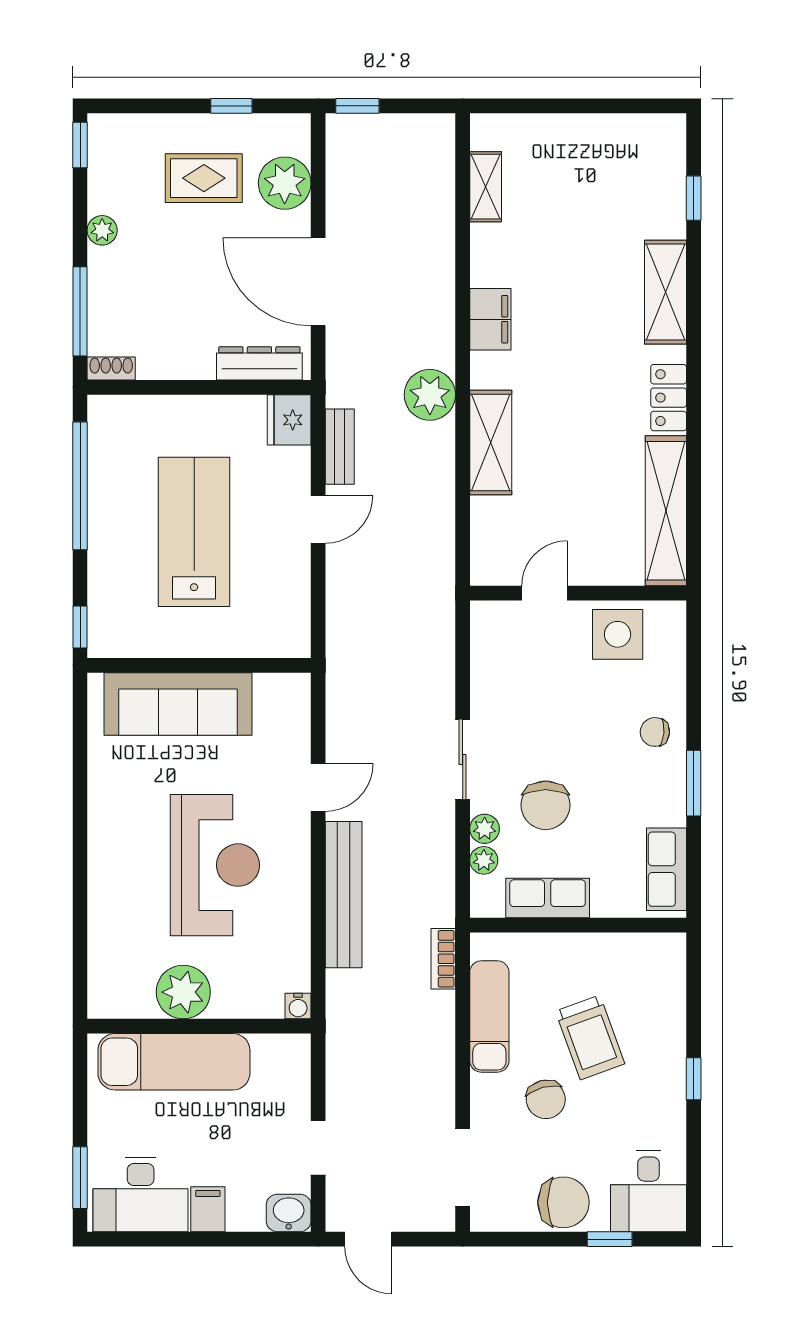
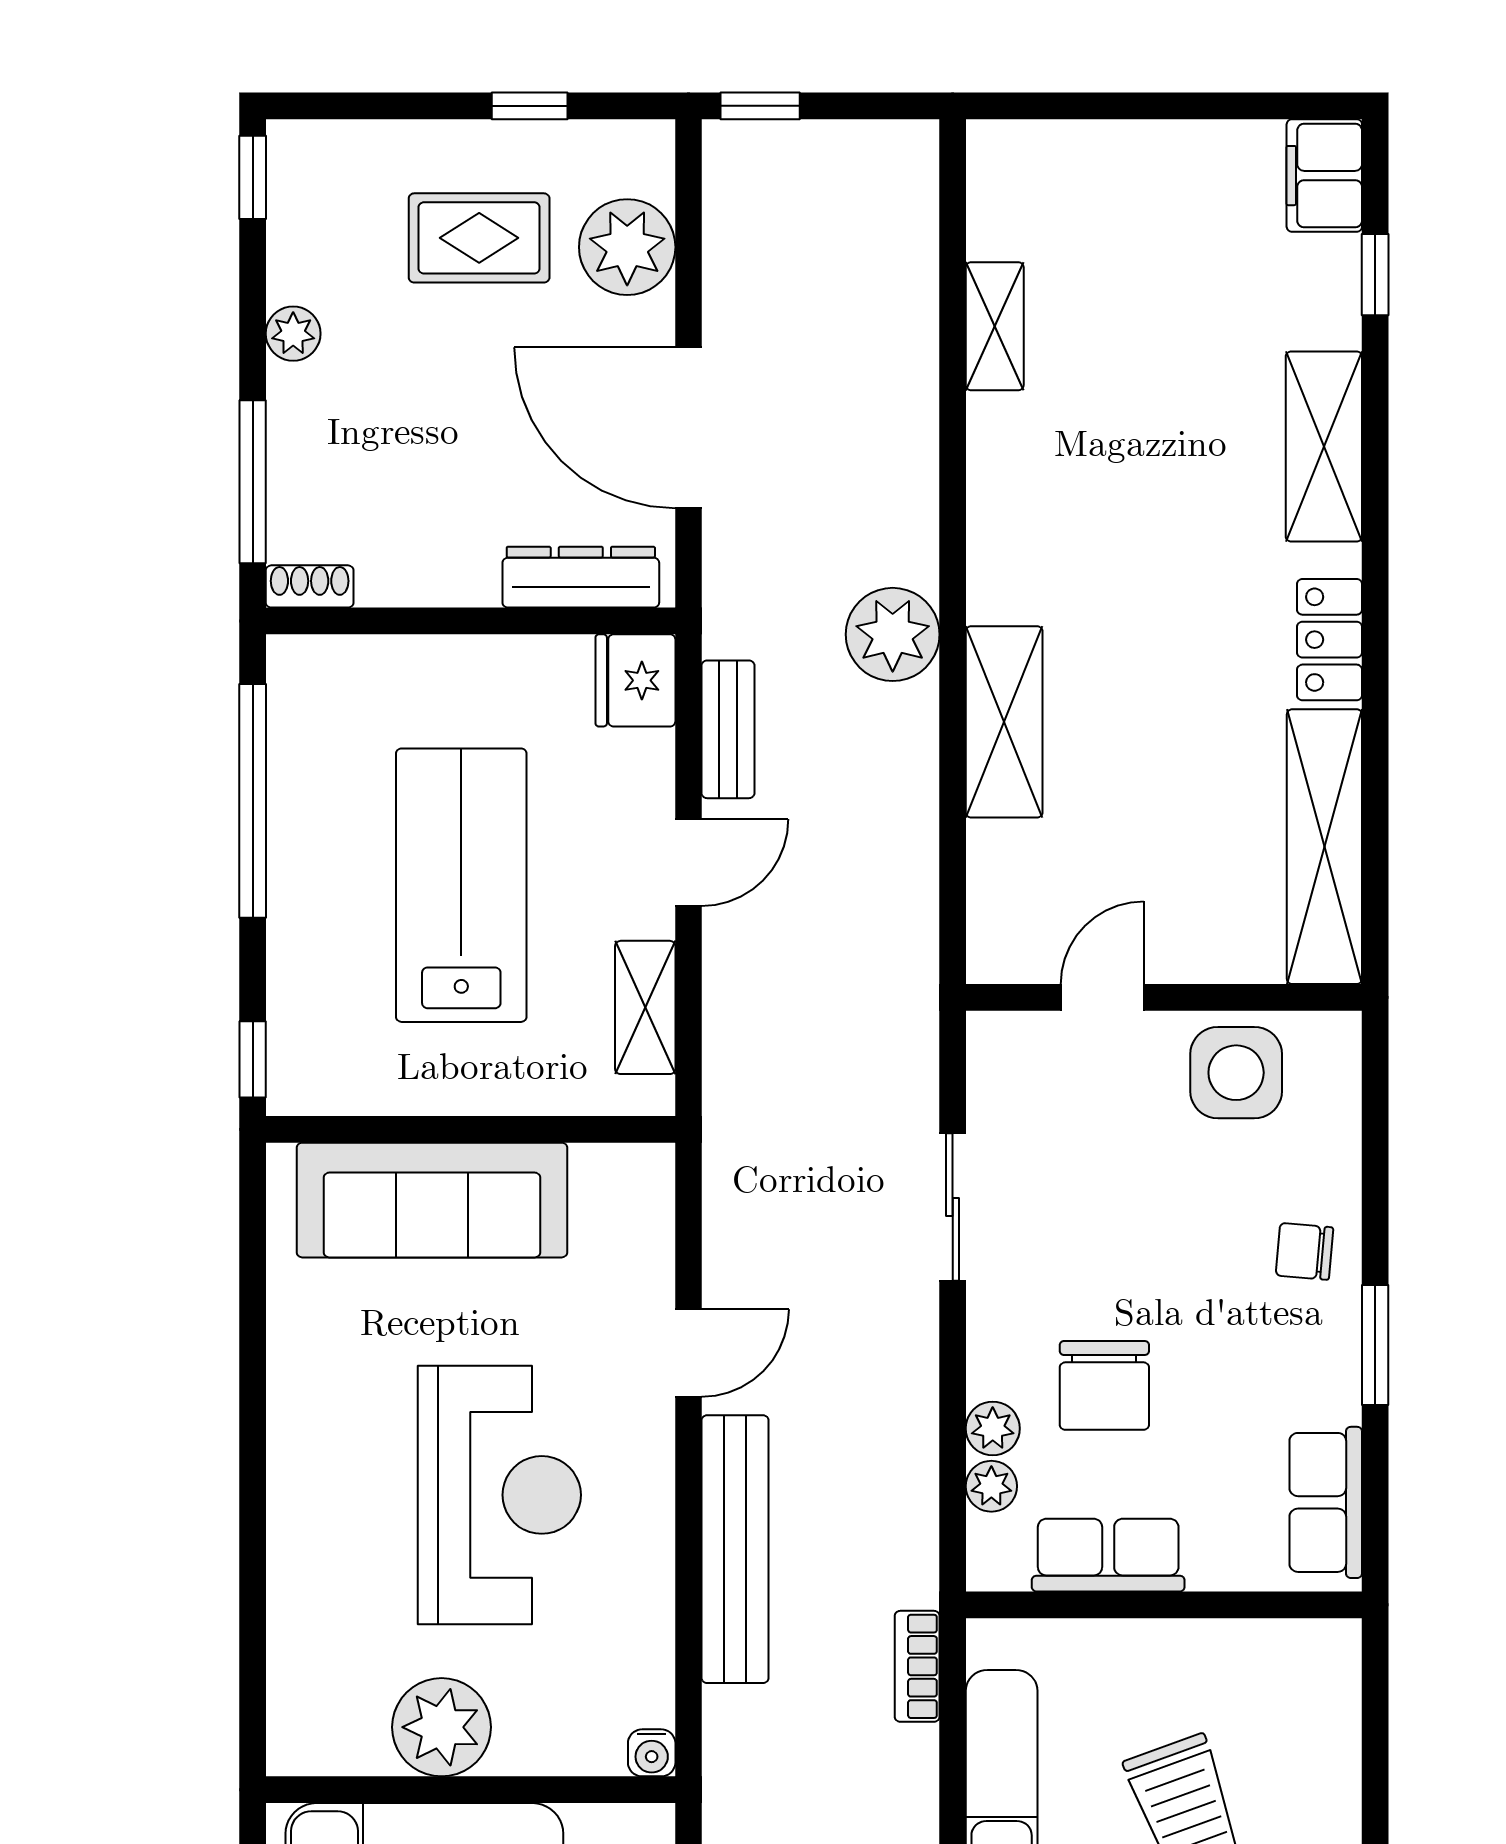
shelving: (486, 187) -> (995, 326), moved
filing cabinet: (490, 319) -> (1324, 176), moved, turned 180
shelving: (295, 599) -> (645, 1007), added
sliding door: (463, 759) -> (953, 1207), moved

